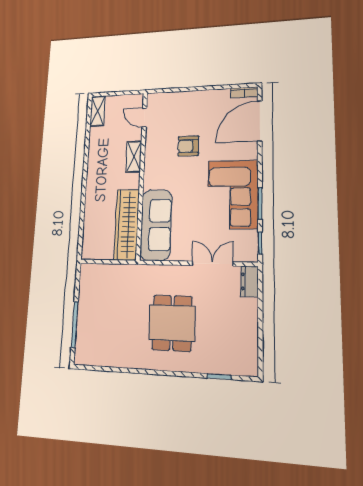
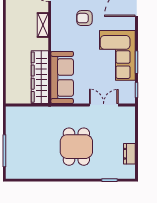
dresser: (250, 282) -> (129, 154), moved

